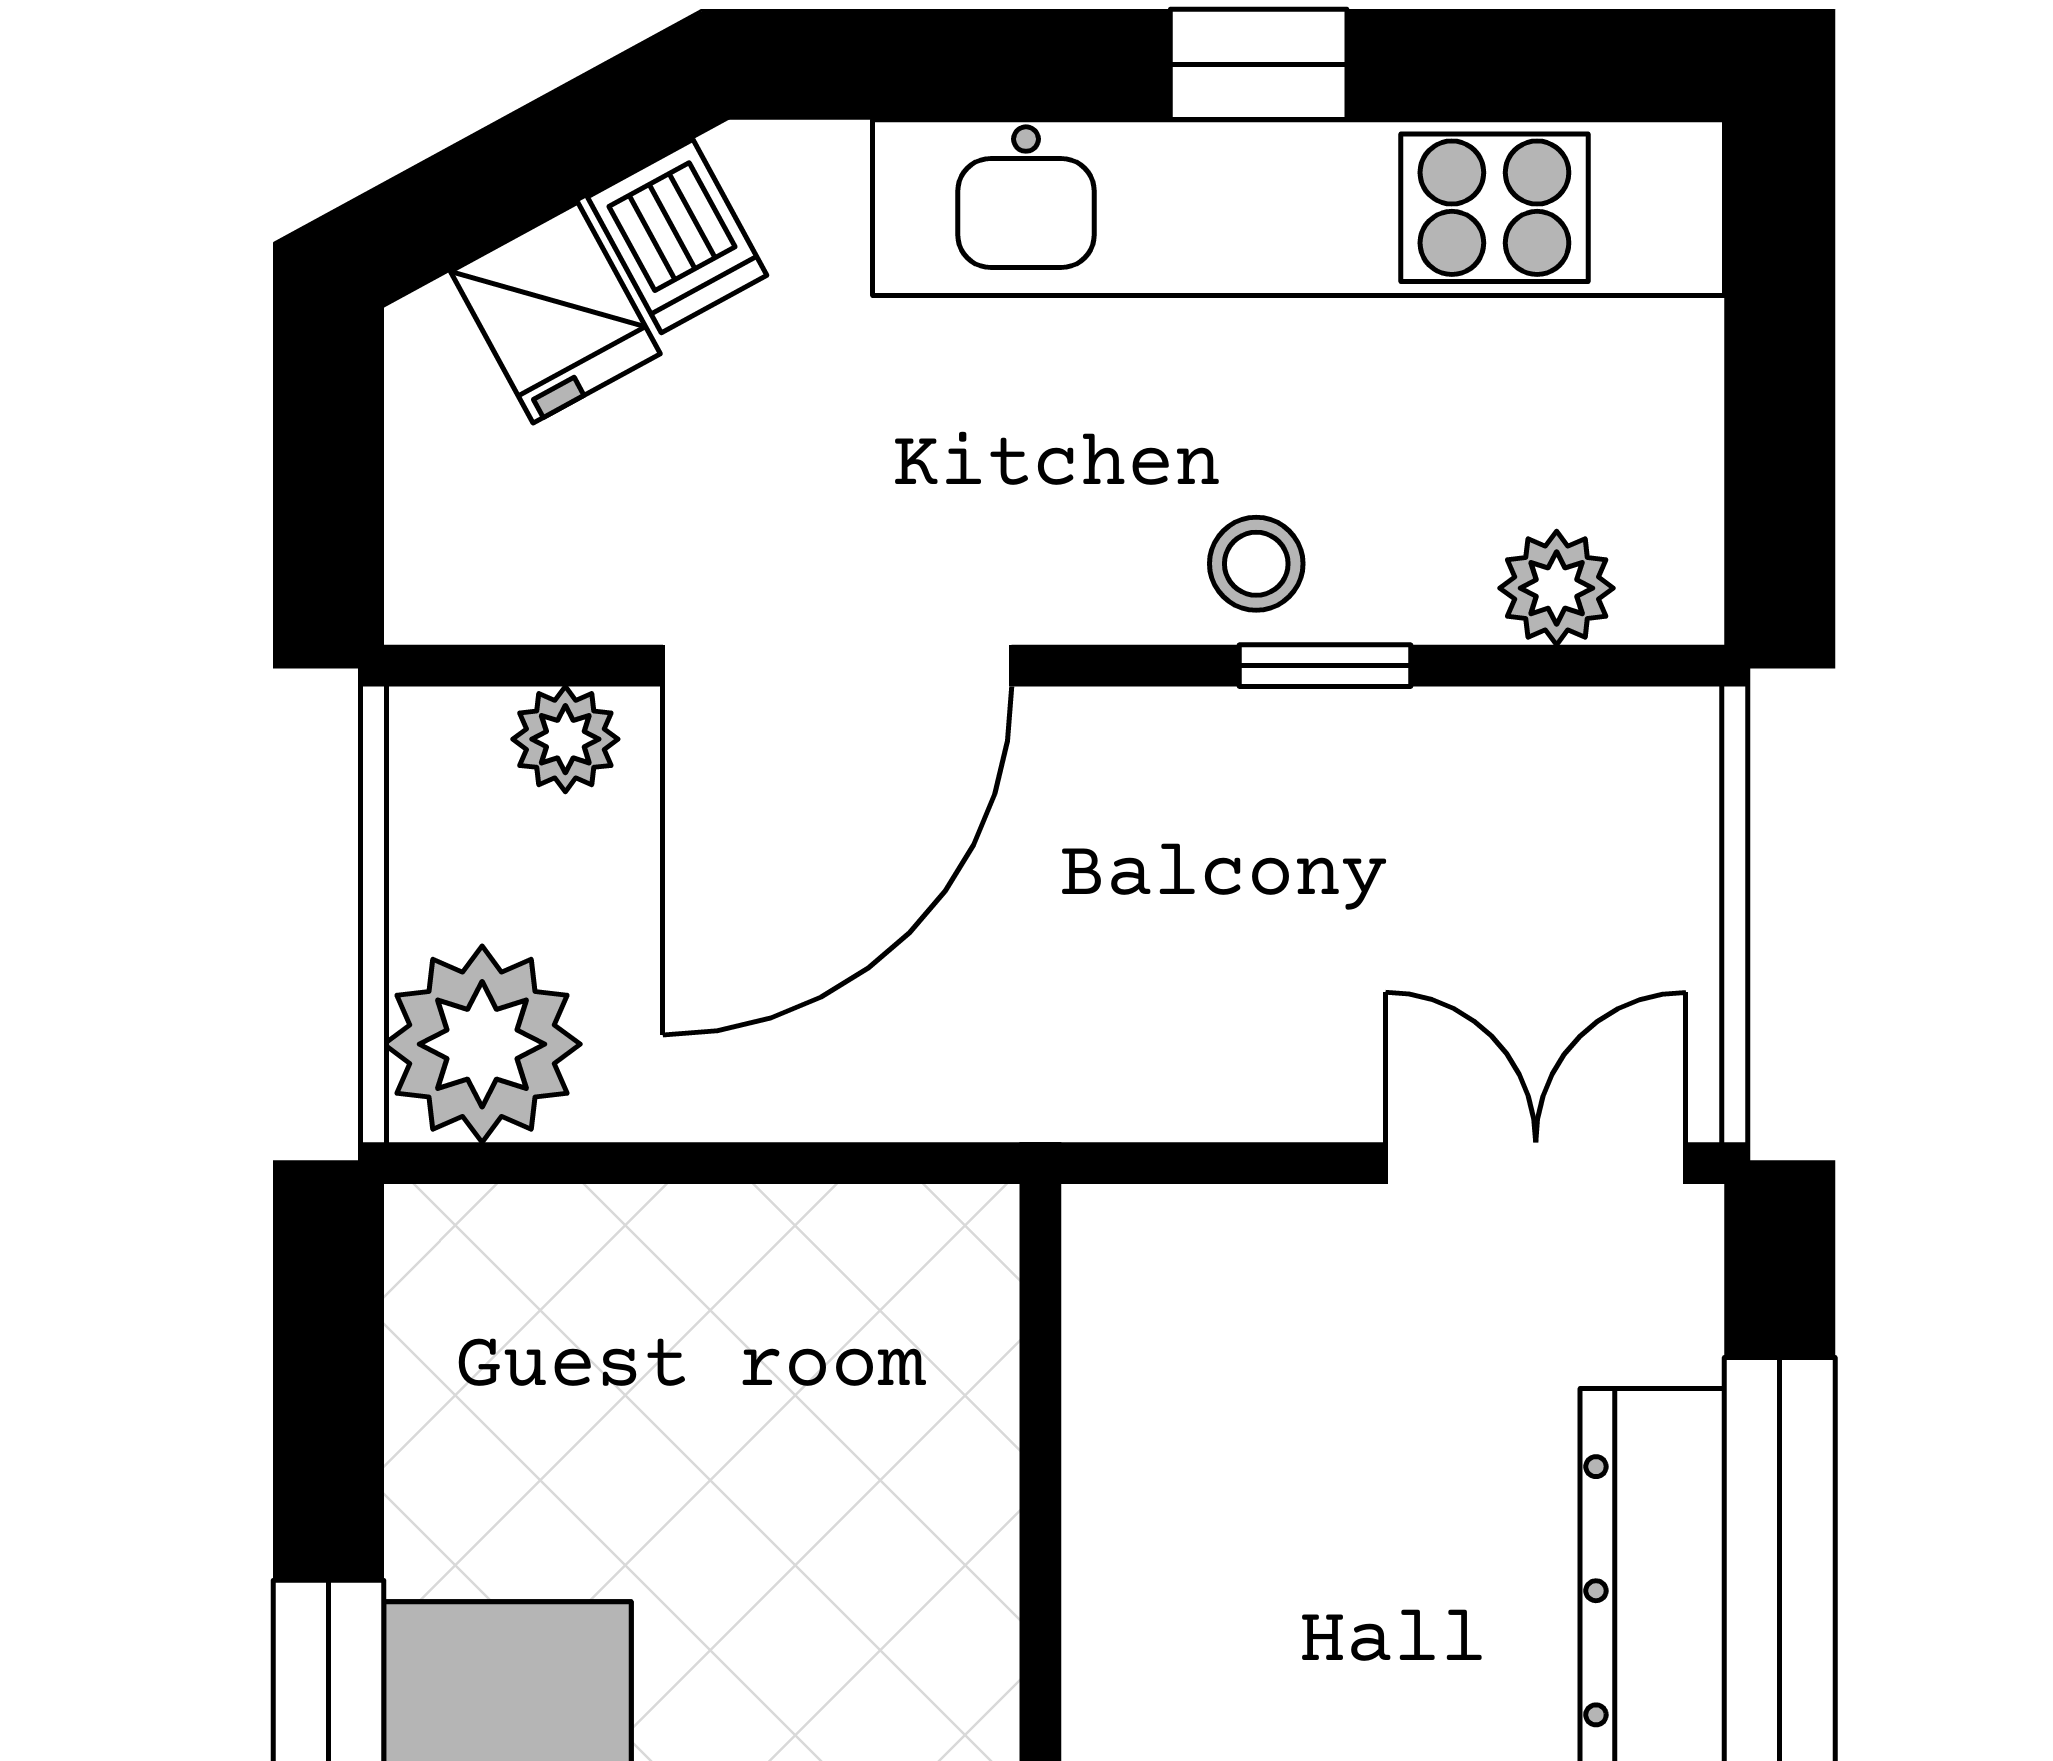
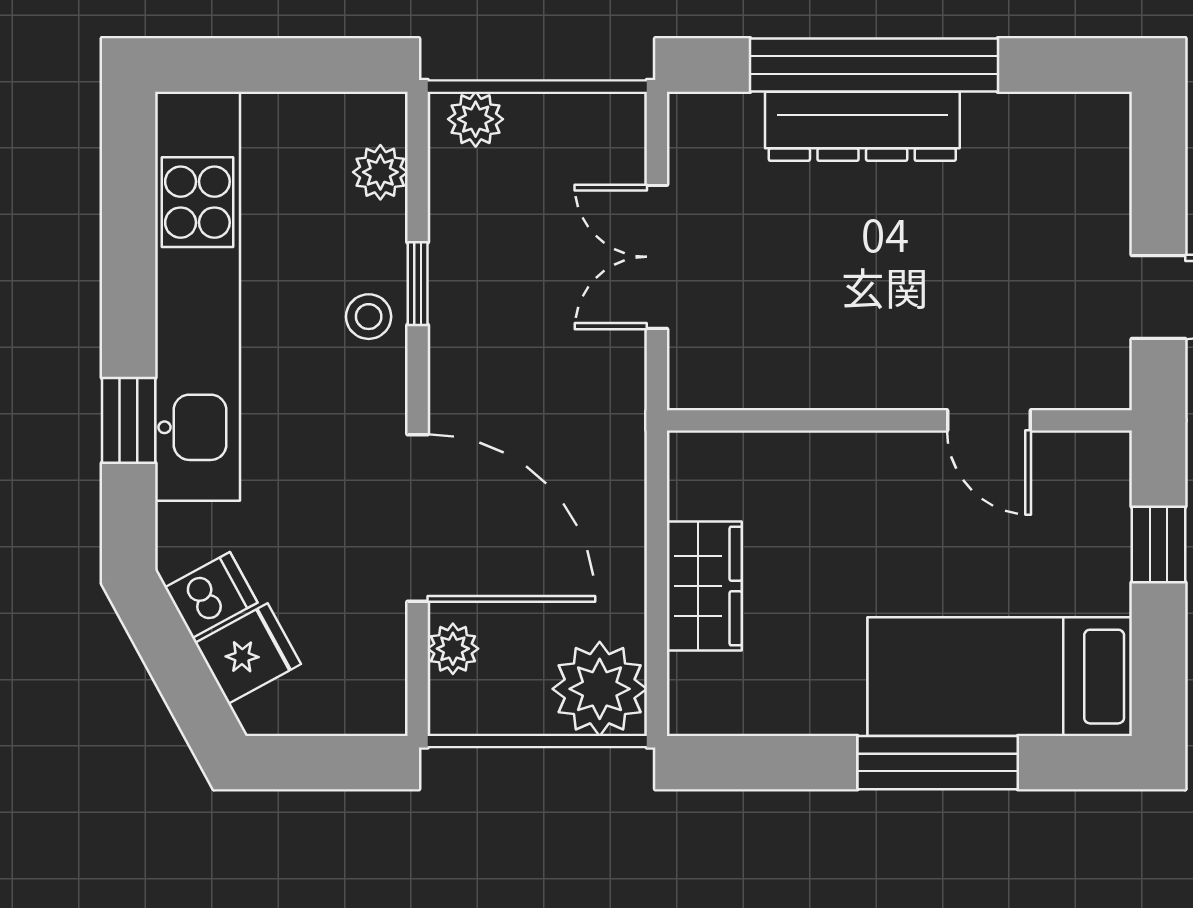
window: (1259, 64) -> (129, 420), moved
plant: (1667, 786) -> (476, 119), added
double door: (1536, 1163) -> (657, 257), moved
wardrobe: (696, 1262) -> (704, 586), added

